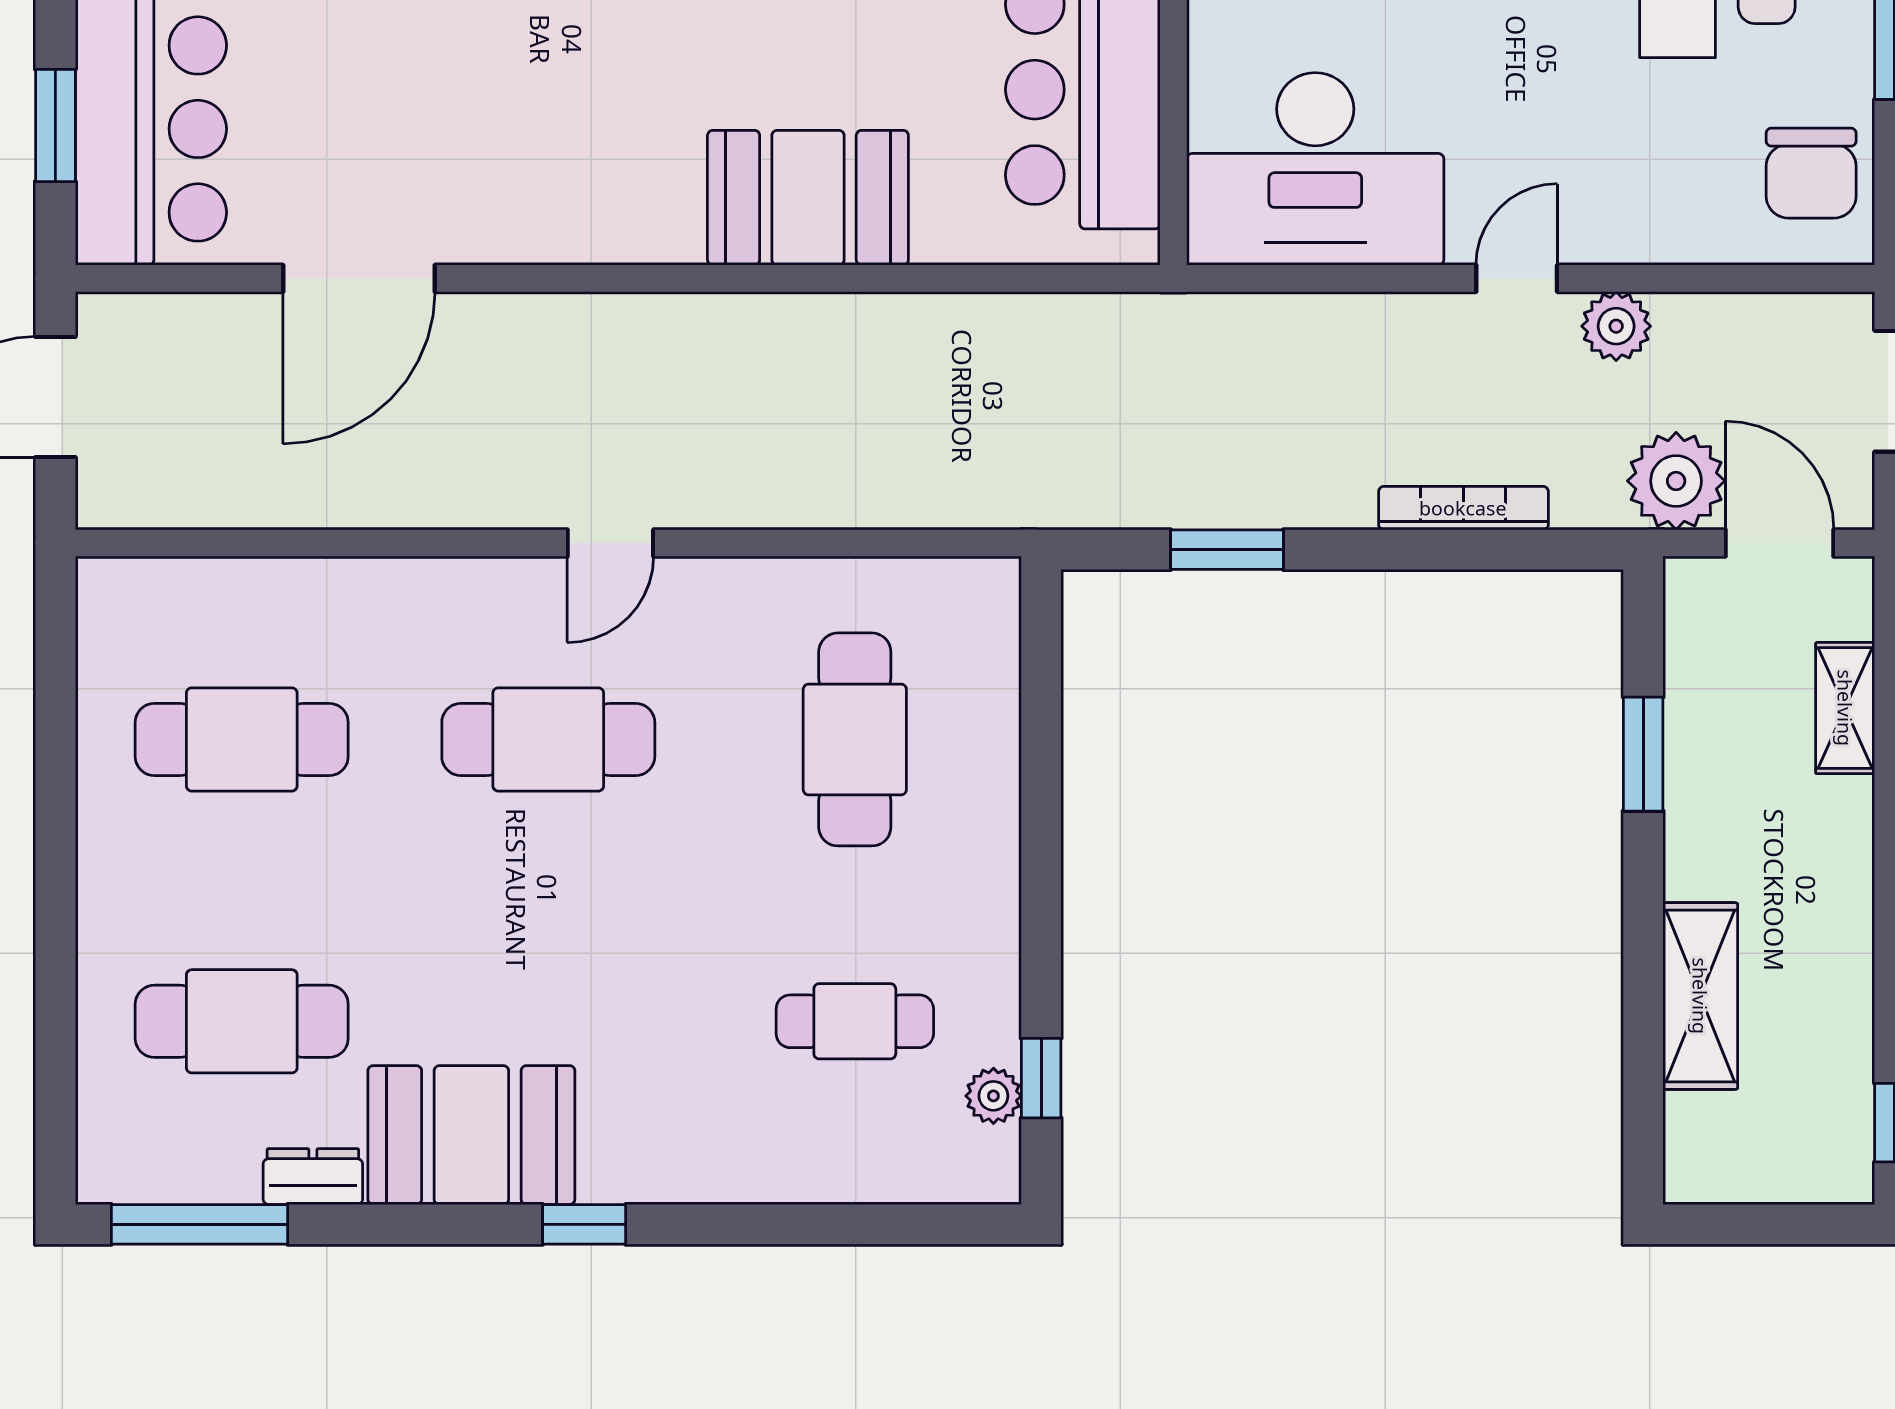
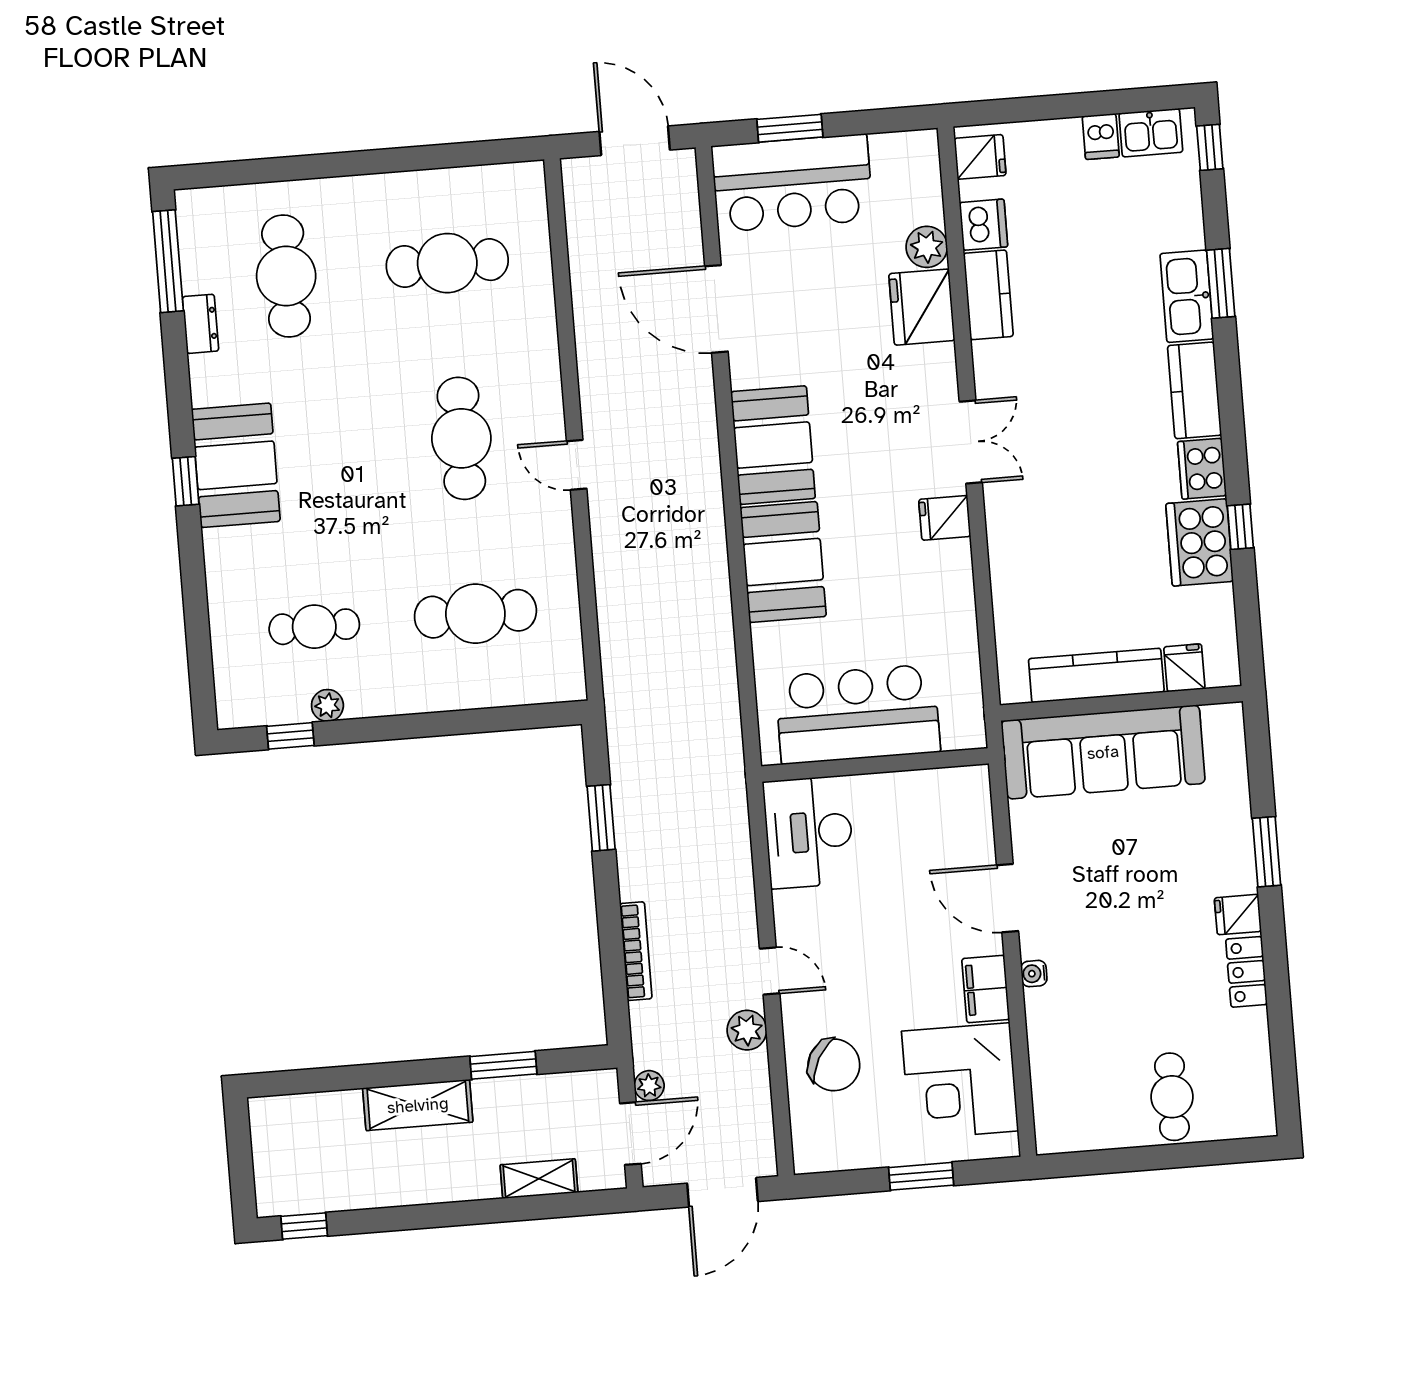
desk: (1315, 169) -> (809, 832), width x0.73, depth x0.77
chair: (1811, 173) -> (834, 1065), moved, turned -151
booth: (604, 199) -> (773, 445), added
plant: (1676, 481) -> (649, 1086), width x0.53, depth x0.53
cafe table: (242, 739) -> (447, 263), turned 90
shelving: (1700, 996) -> (418, 1105), moved
cafe table: (855, 1021) -> (314, 627), turned 90
plant: (993, 1096) -> (327, 705), moved
booth: (471, 1135) -> (236, 465), moved

